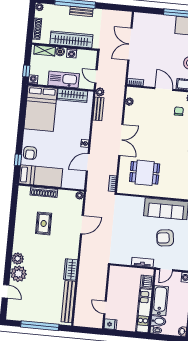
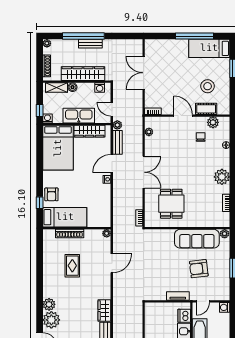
washing machine: (72, 53) -> (100, 88), moved
door: (88, 162) -> (112, 164), moved
dining table: (145, 173) -> (171, 204), turned 90

